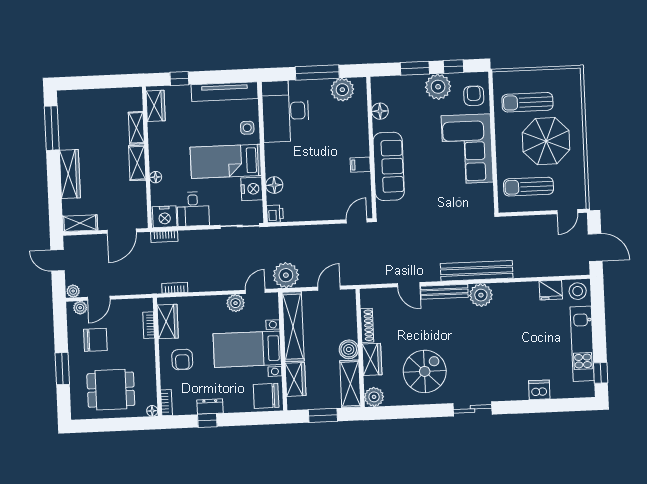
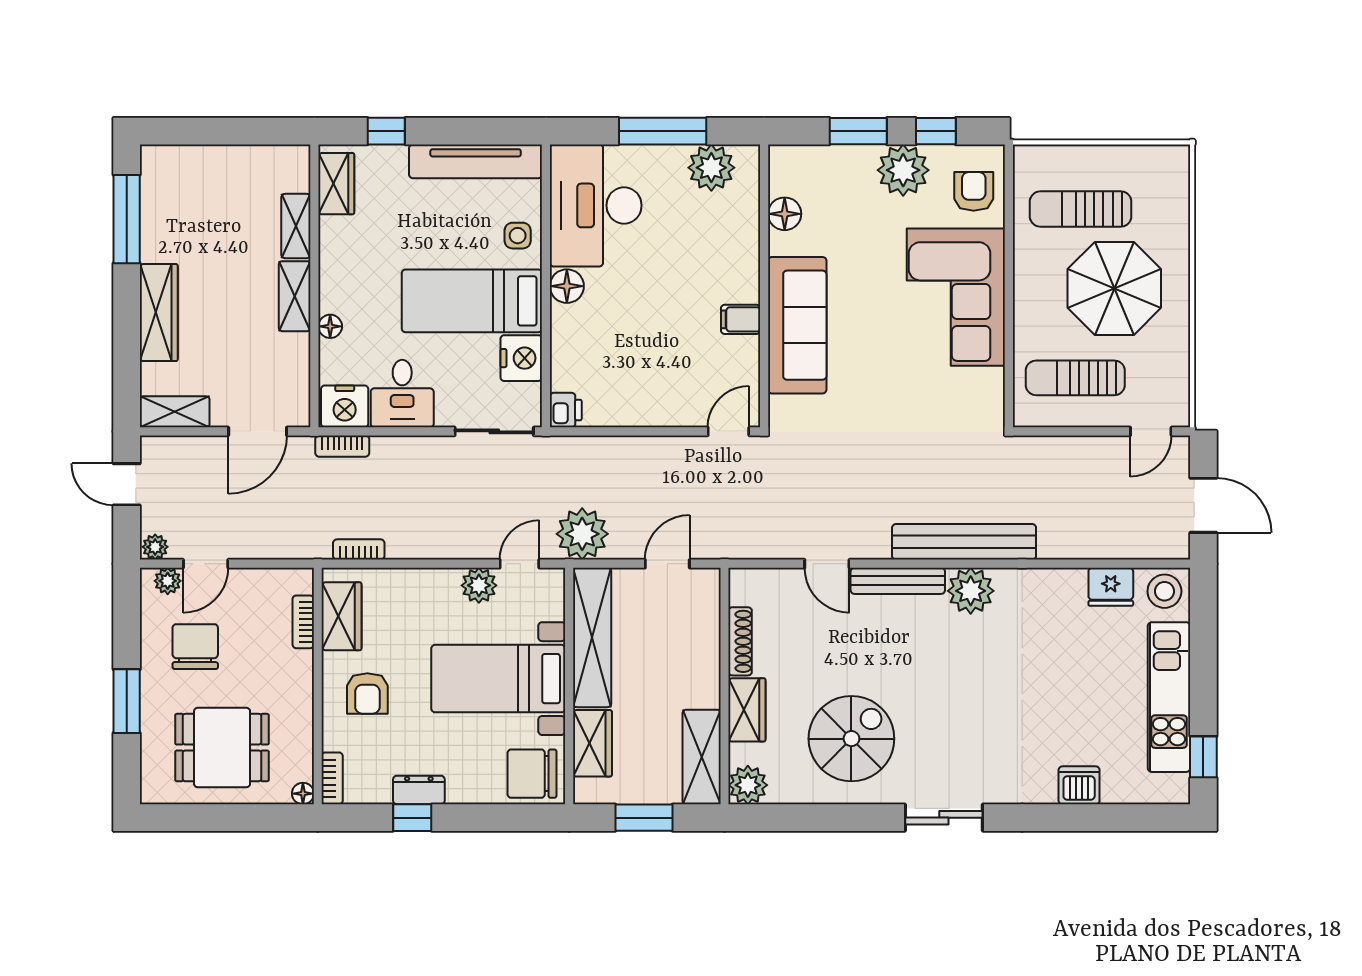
floor lamp: (274, 185) -> (567, 286), moved
chair: (95, 340) -> (195, 647), turned -90
boiler: (349, 349) -> (701, 688), removed

